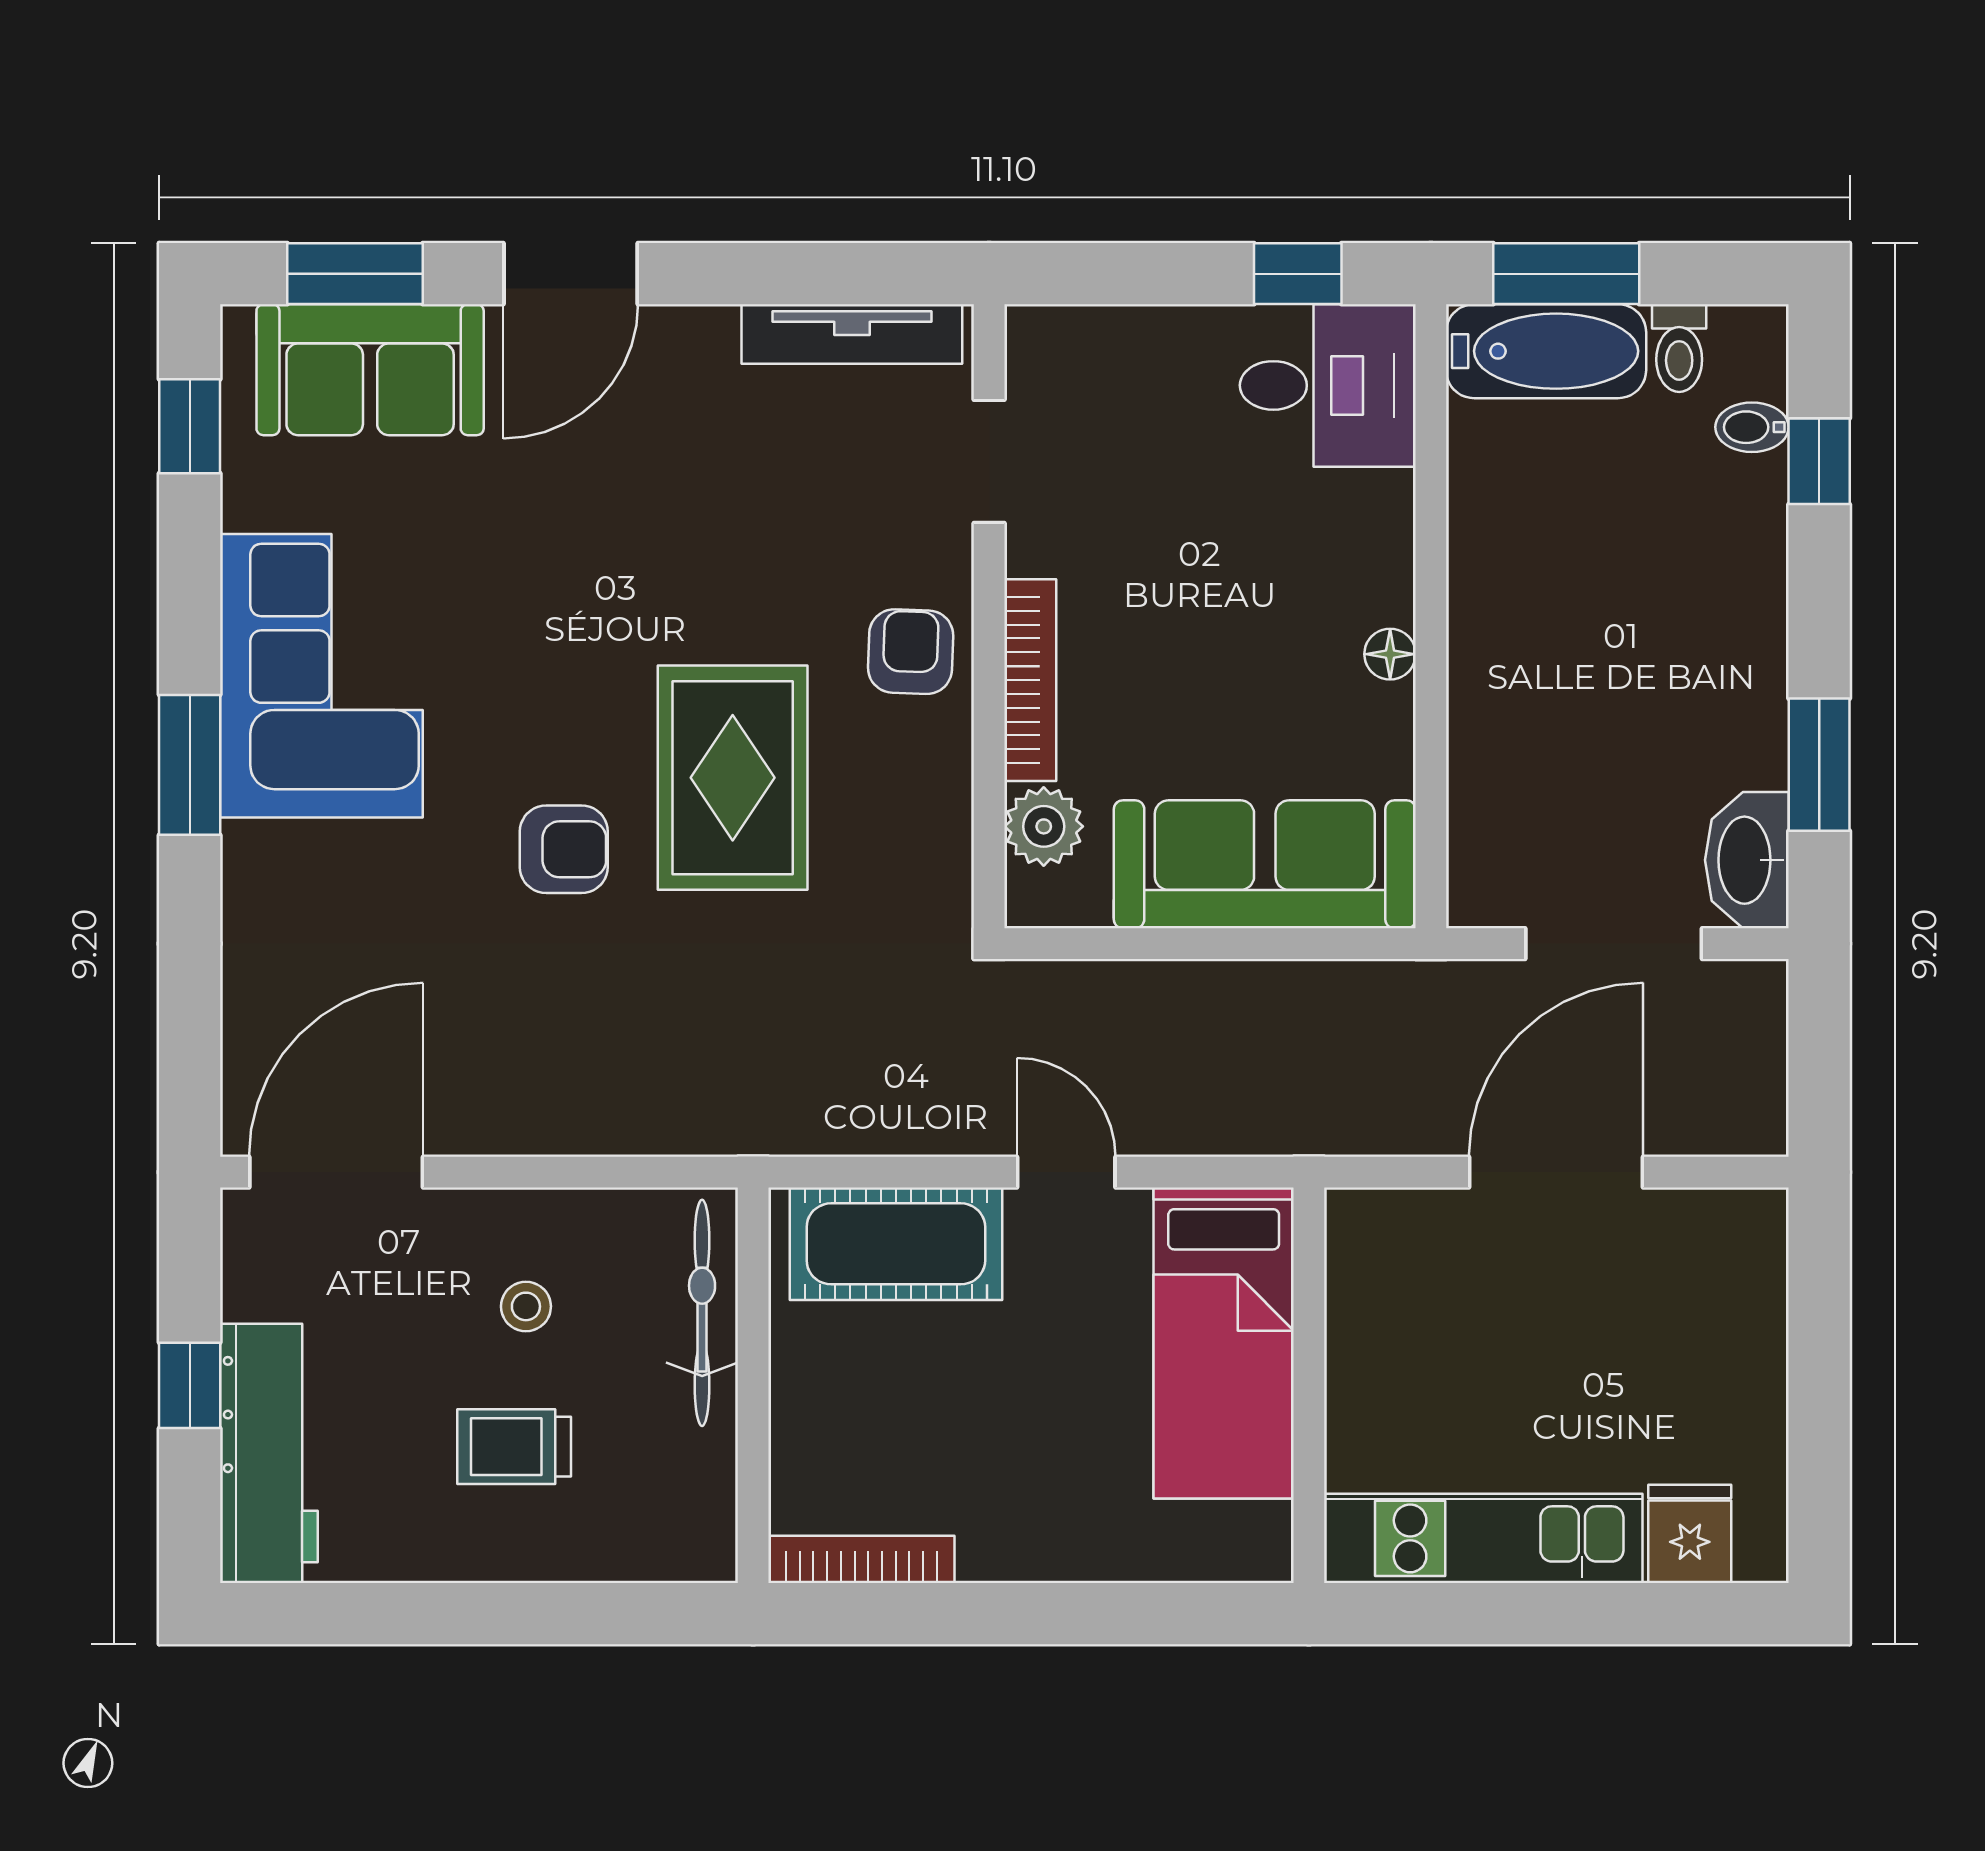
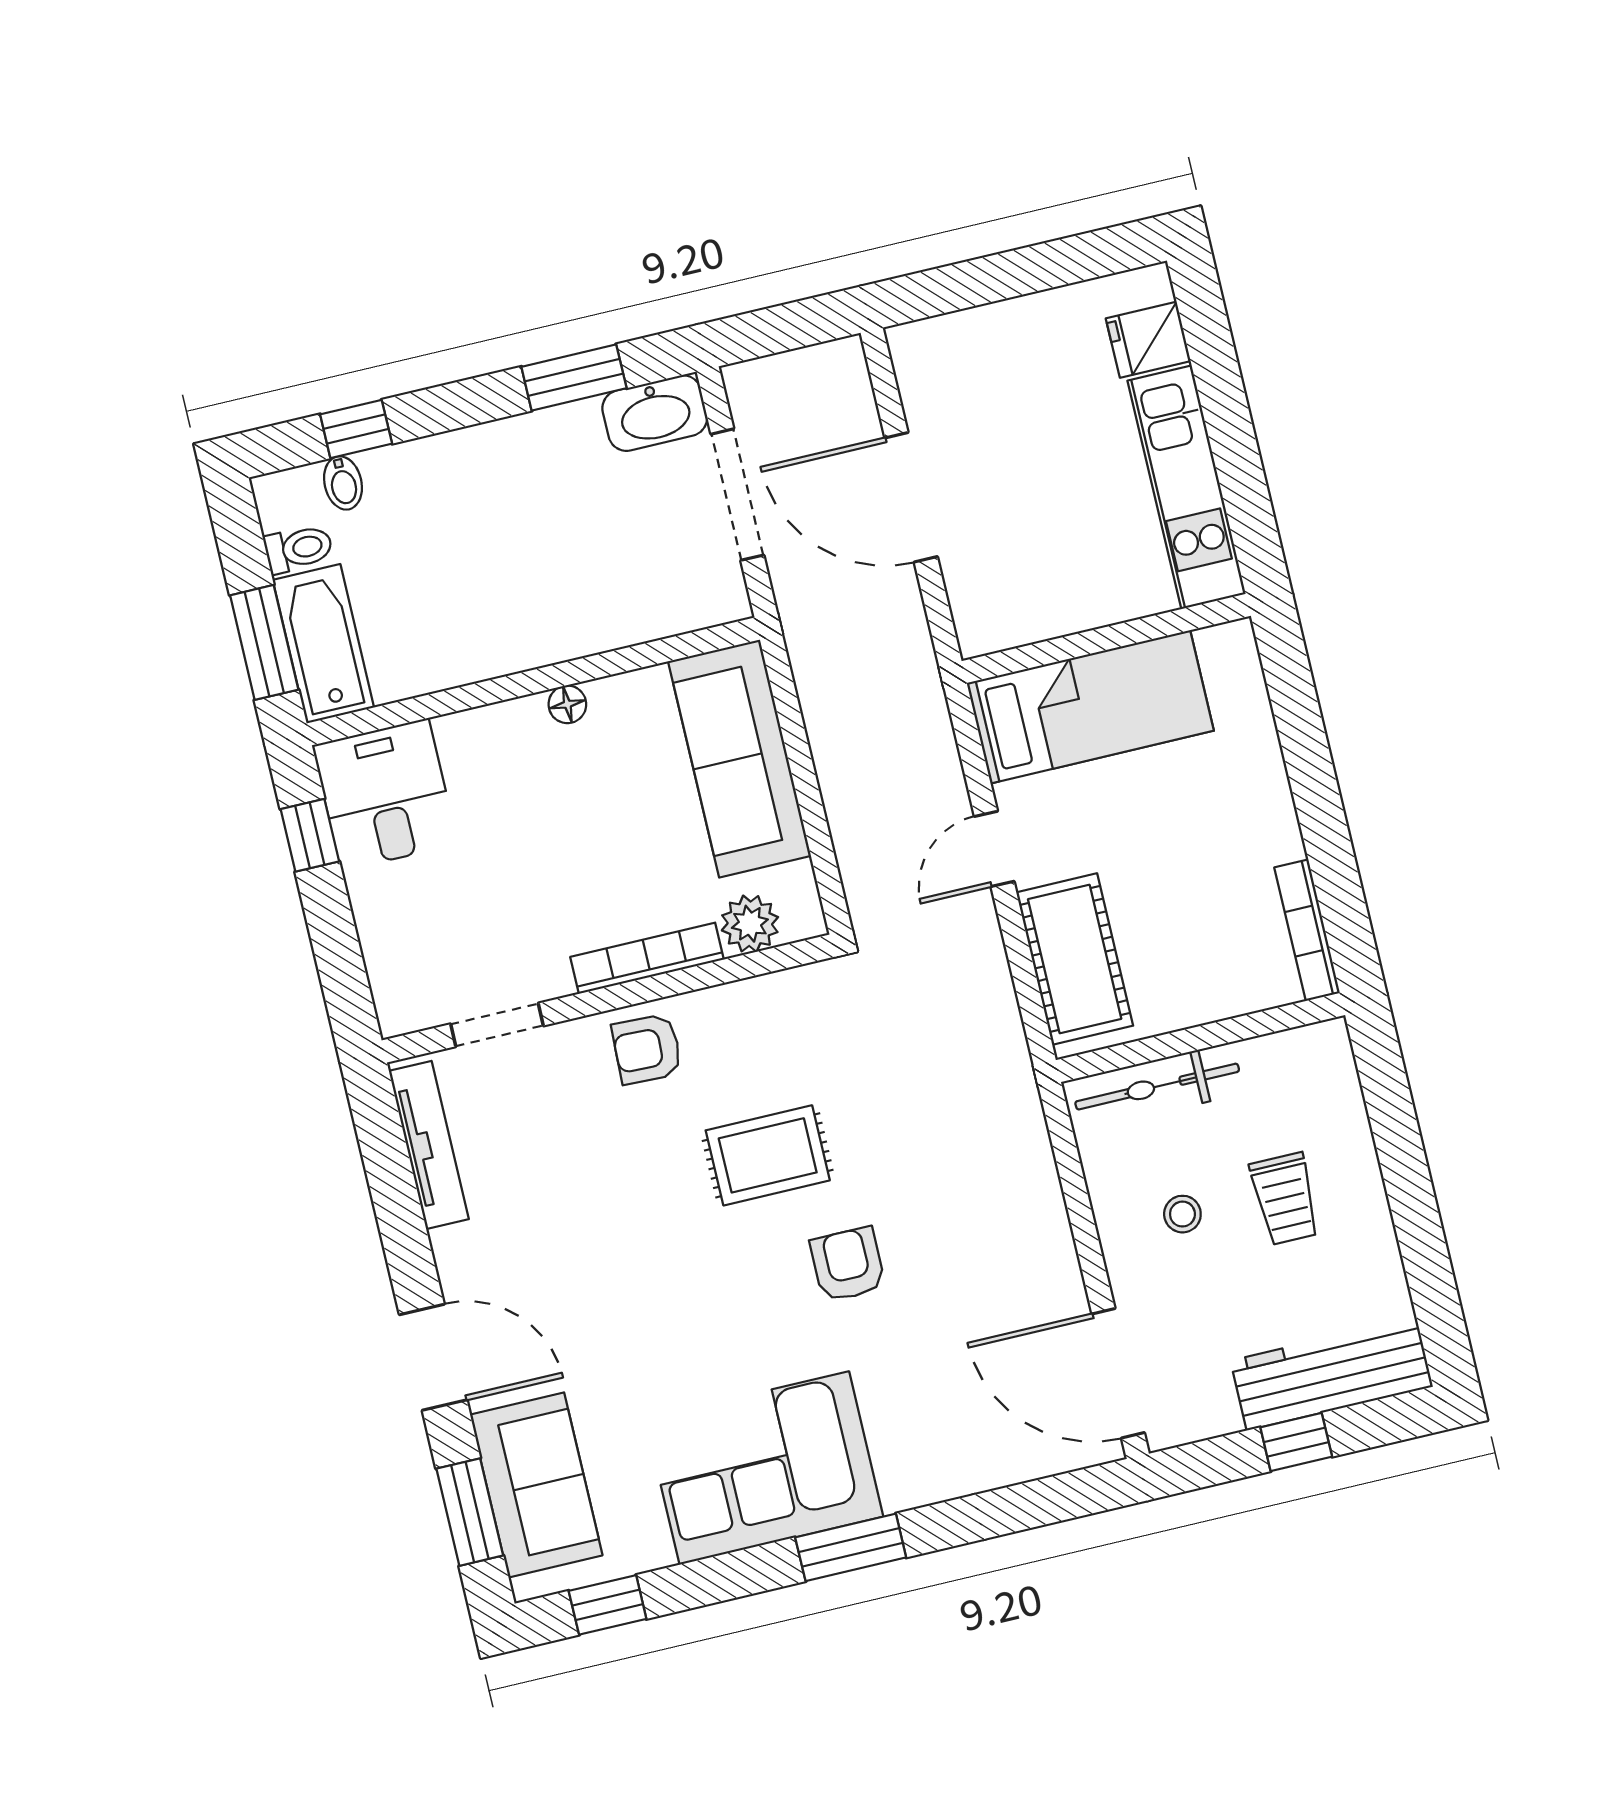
rug: (733, 778) -> (768, 1155), width x0.73, depth x0.70

